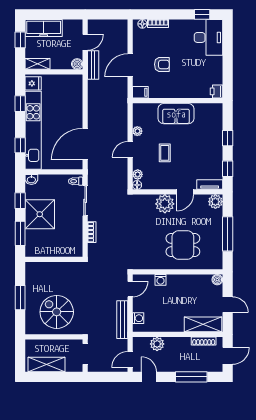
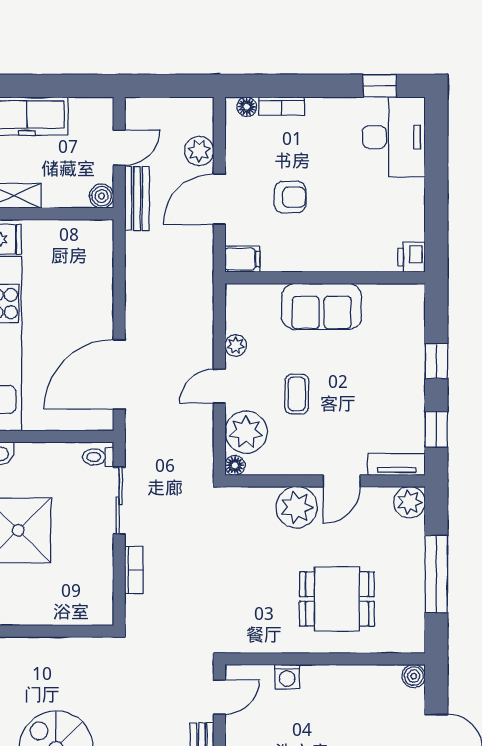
plant: (121, 44) -> (199, 151), added
plant: (138, 174) -> (246, 432), width x1.88, depth x1.88

